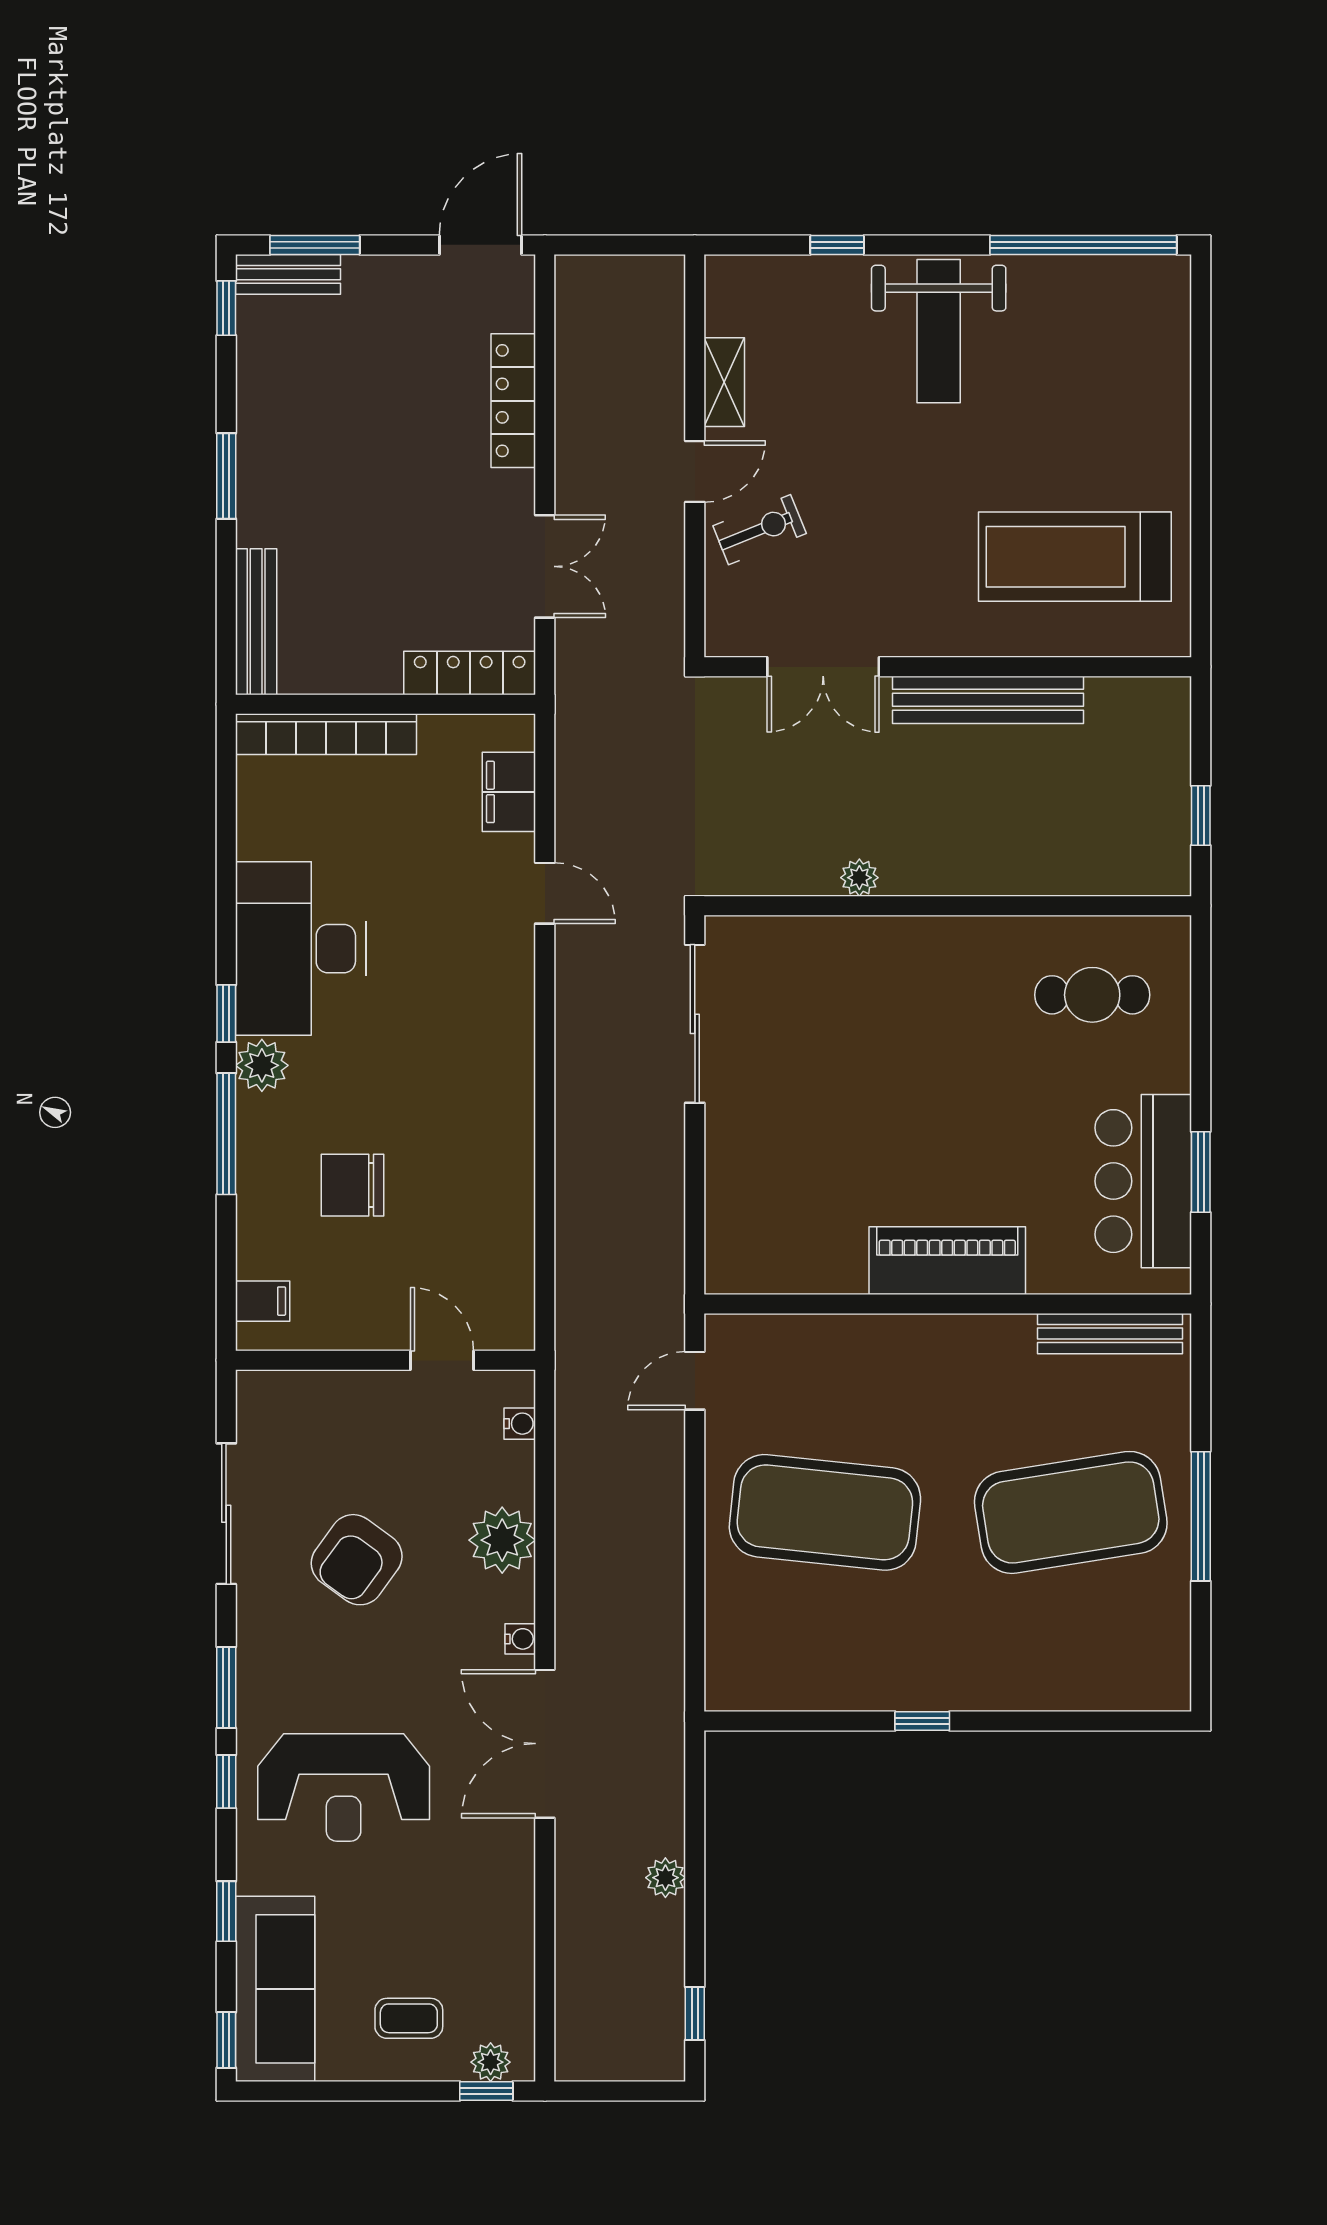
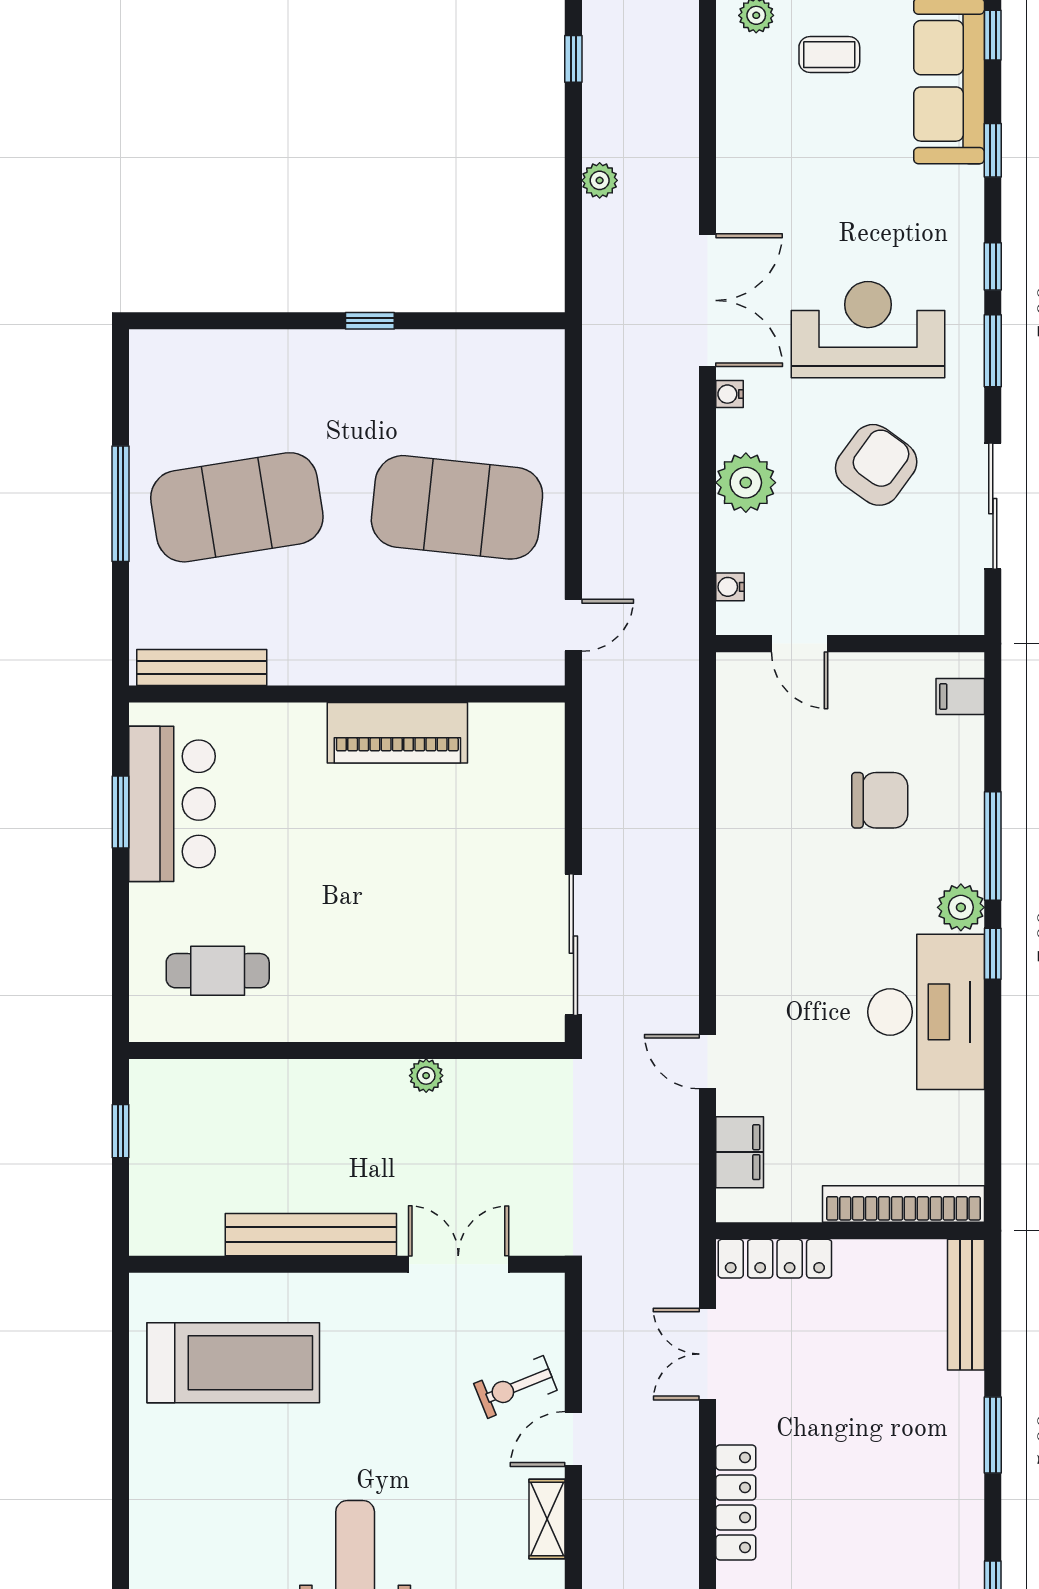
piano: (947, 1261) -> (397, 733), moved
reception desk: (344, 1787) -> (868, 330), moved

